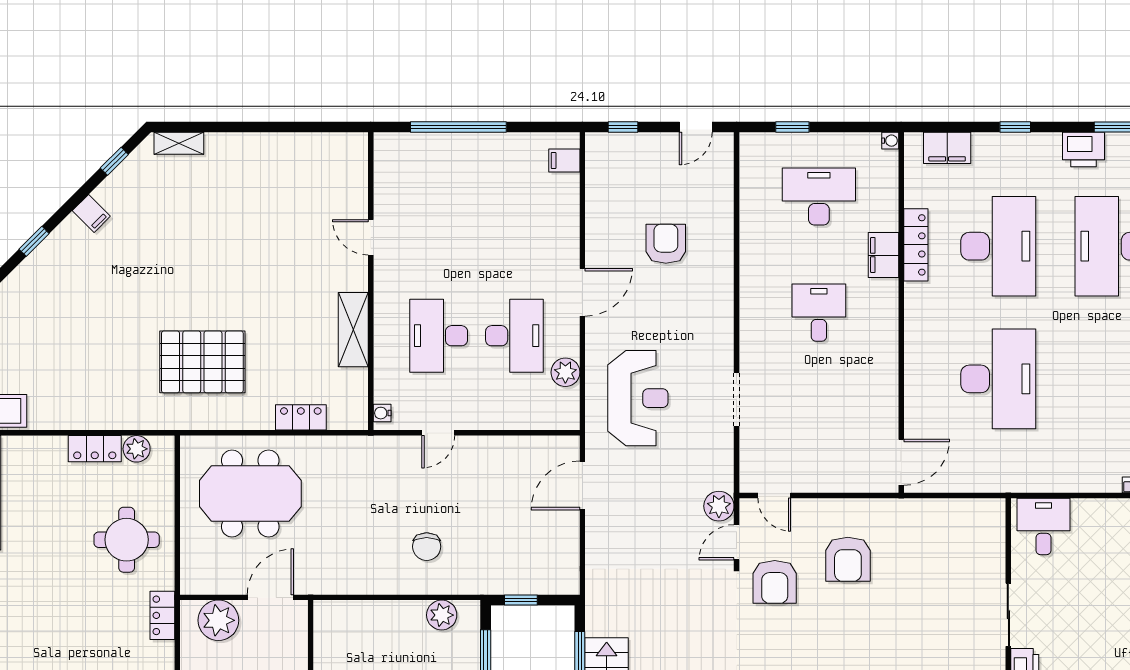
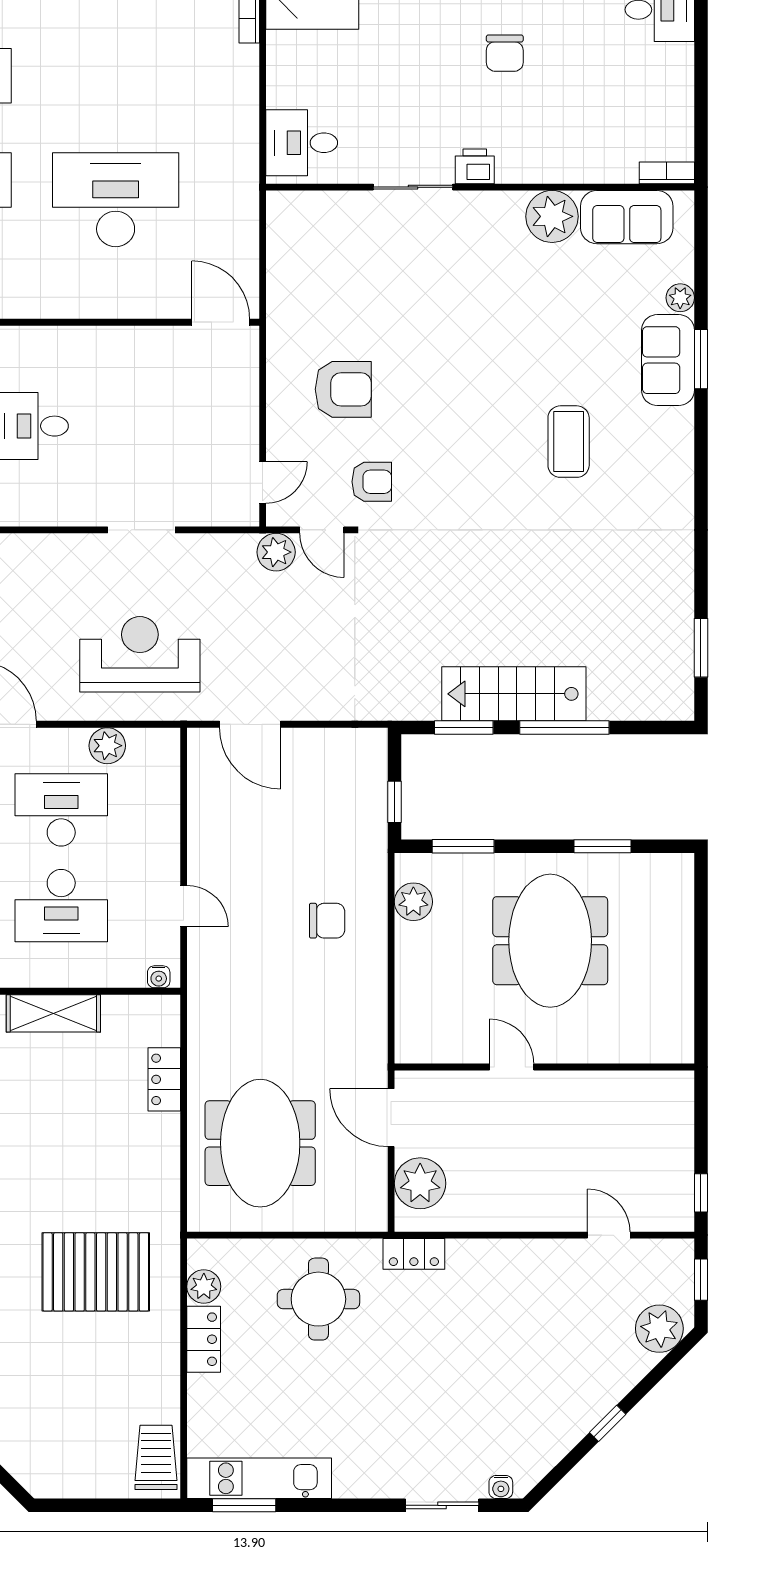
pallet: (202, 362) -> (96, 1272), moved, turned 90
armchair: (775, 582) -> (372, 482), width x0.72, depth x0.72

